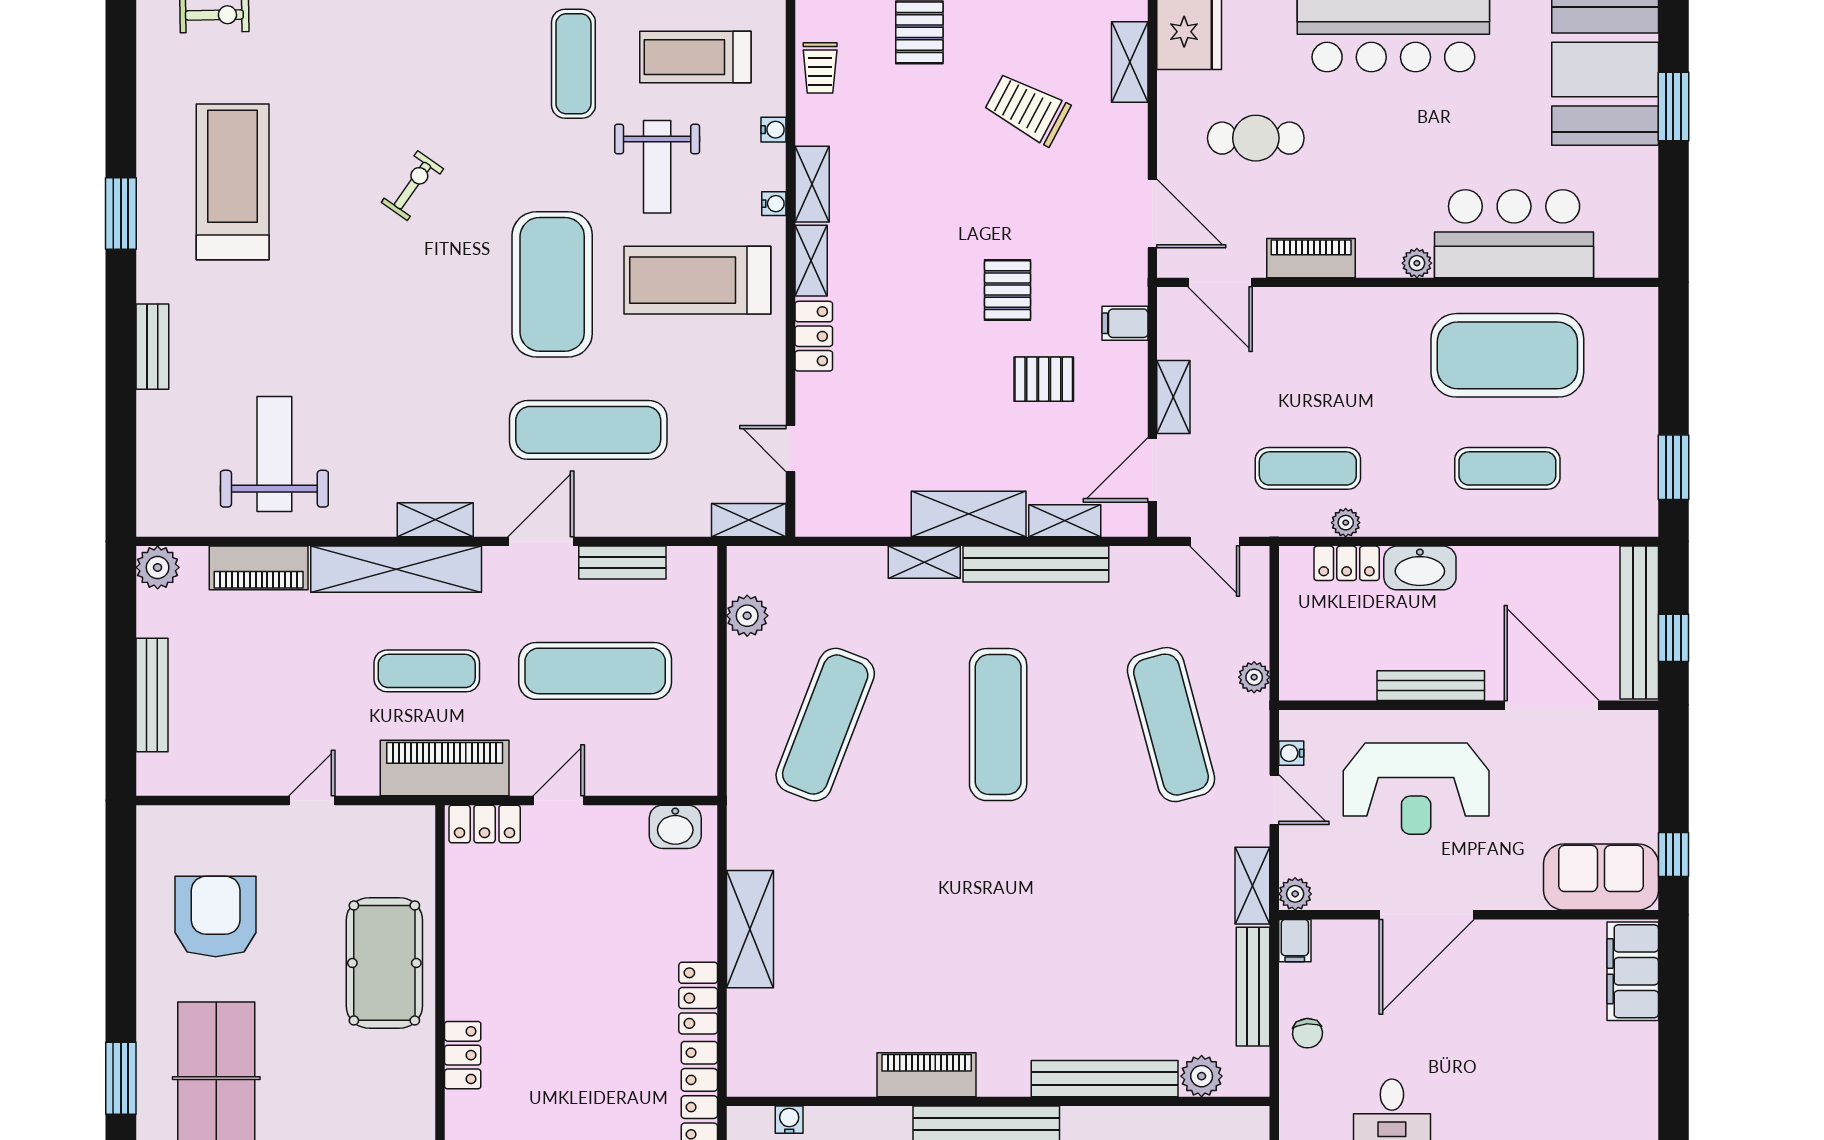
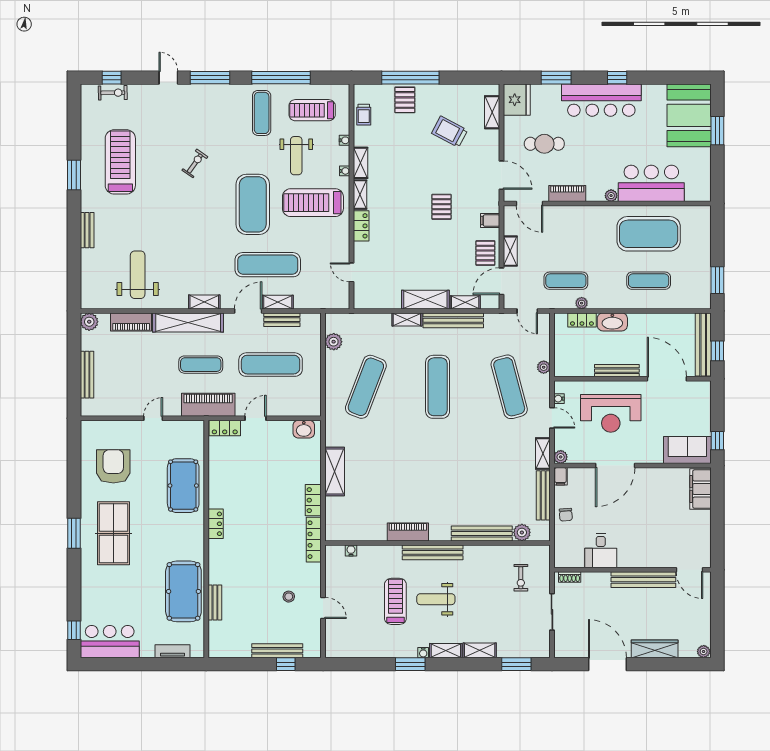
pallet: (1044, 379) -> (485, 253), moved, turned 90
shelving: (749, 520) -> (278, 302), moved

